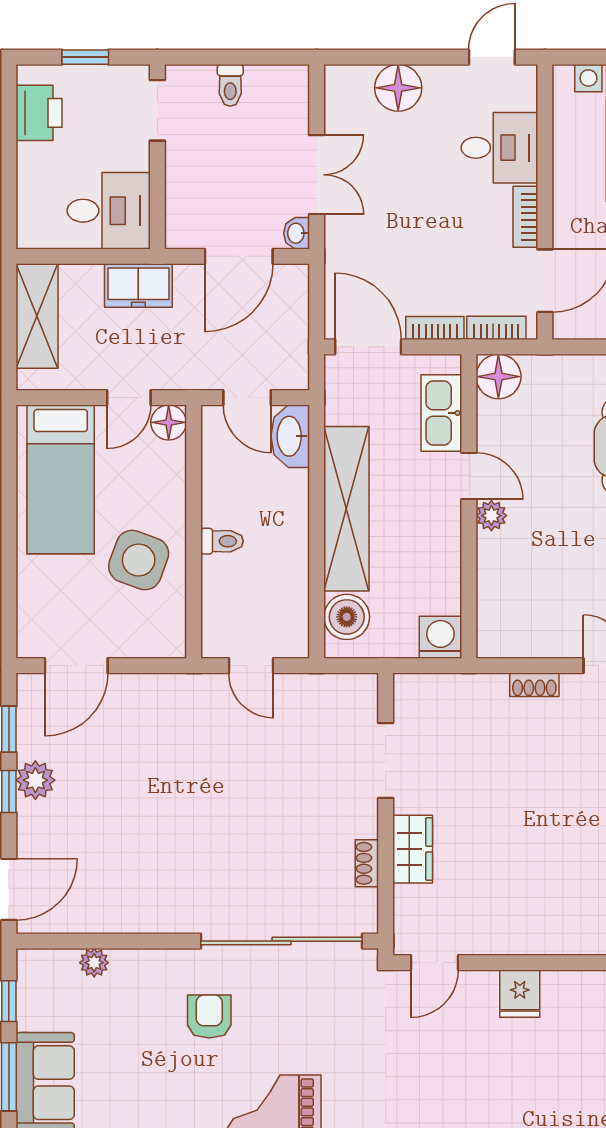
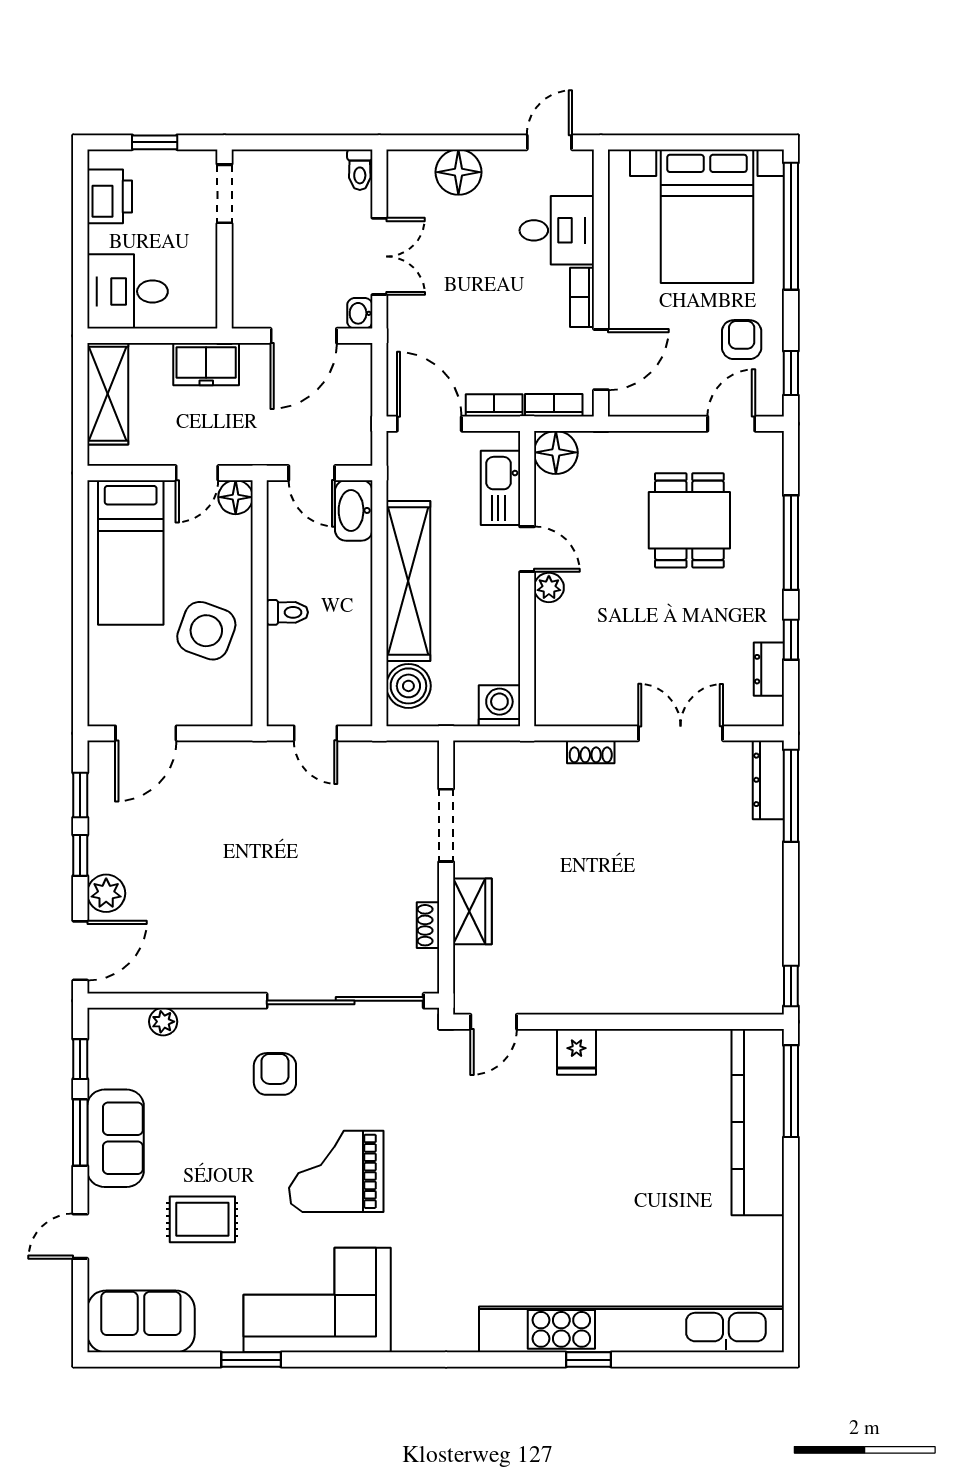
toilet: (230, 85) -> (360, 170), moved
desk: (109, 211) -> (128, 291), moved, turned 180
plant: (35, 780) -> (106, 893), moved

